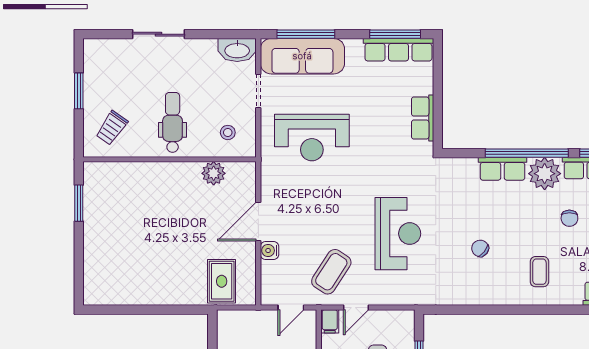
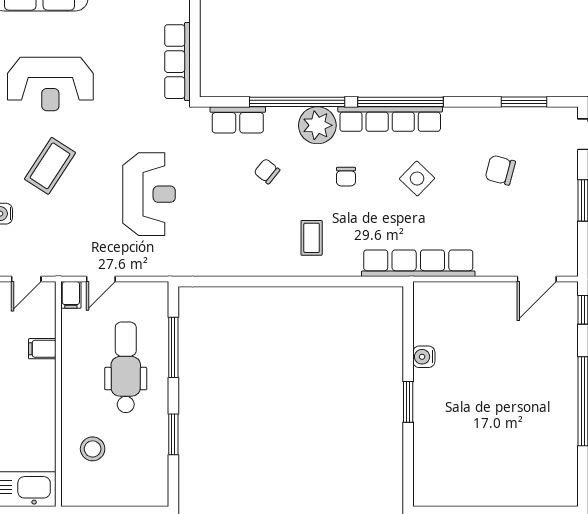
row of seats: (423, 118) -> (177, 62), width x1.48
row of seats: (503, 169) -> (238, 120), moved
chair: (480, 248) -> (267, 171), moved
coffee table: (331, 272) -> (50, 166), moved

